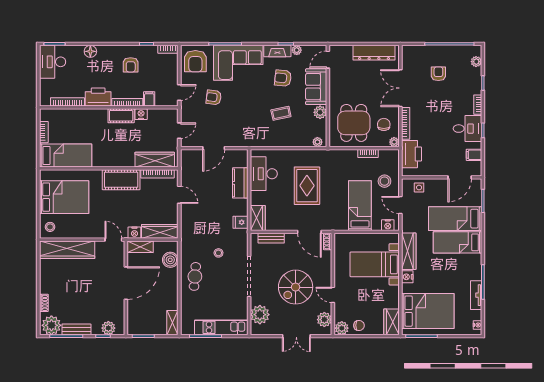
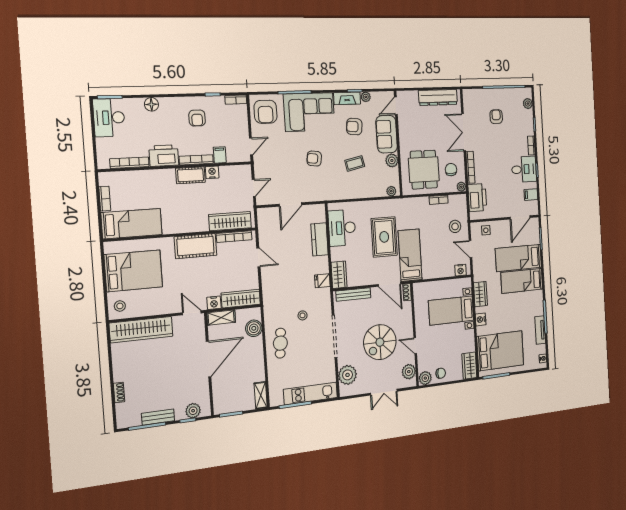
armchair: (214, 97) -> (314, 159), moved
bed: (360, 206) -> (410, 255), moved
bench: (271, 238) -> (353, 294), width x1.36
wardrobe: (409, 251) -> (480, 294), width x0.67
plant: (51, 325) -> (130, 417), removed

